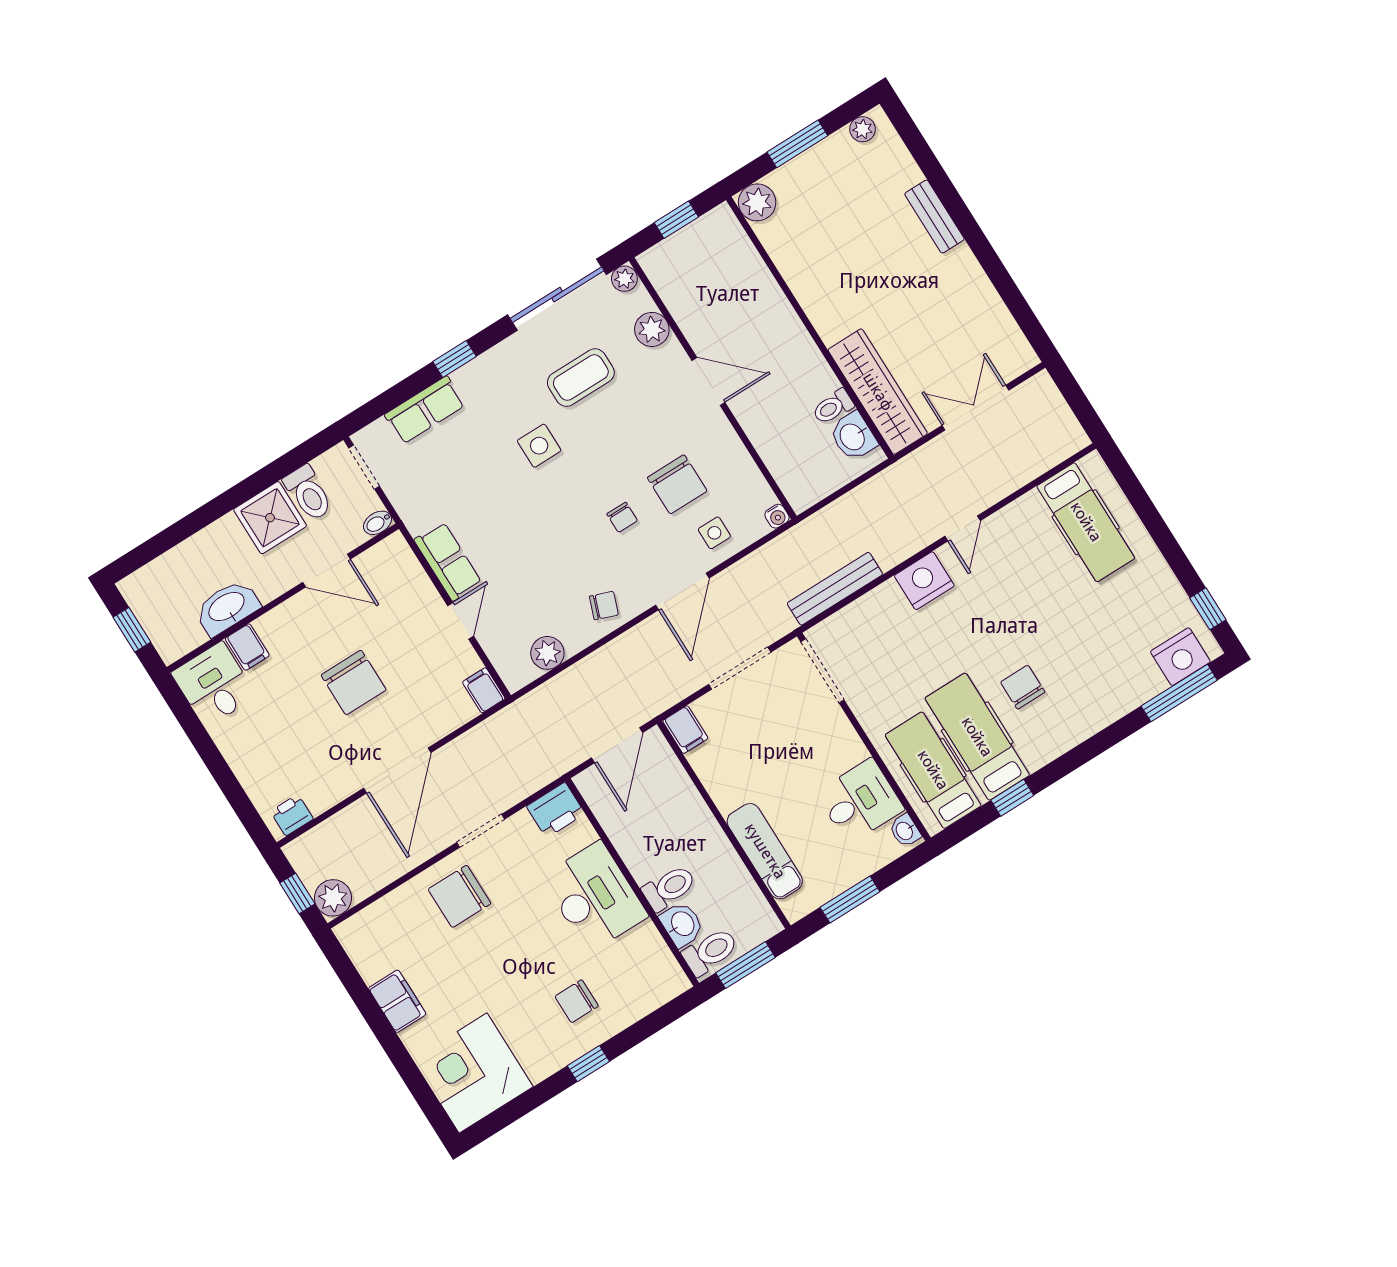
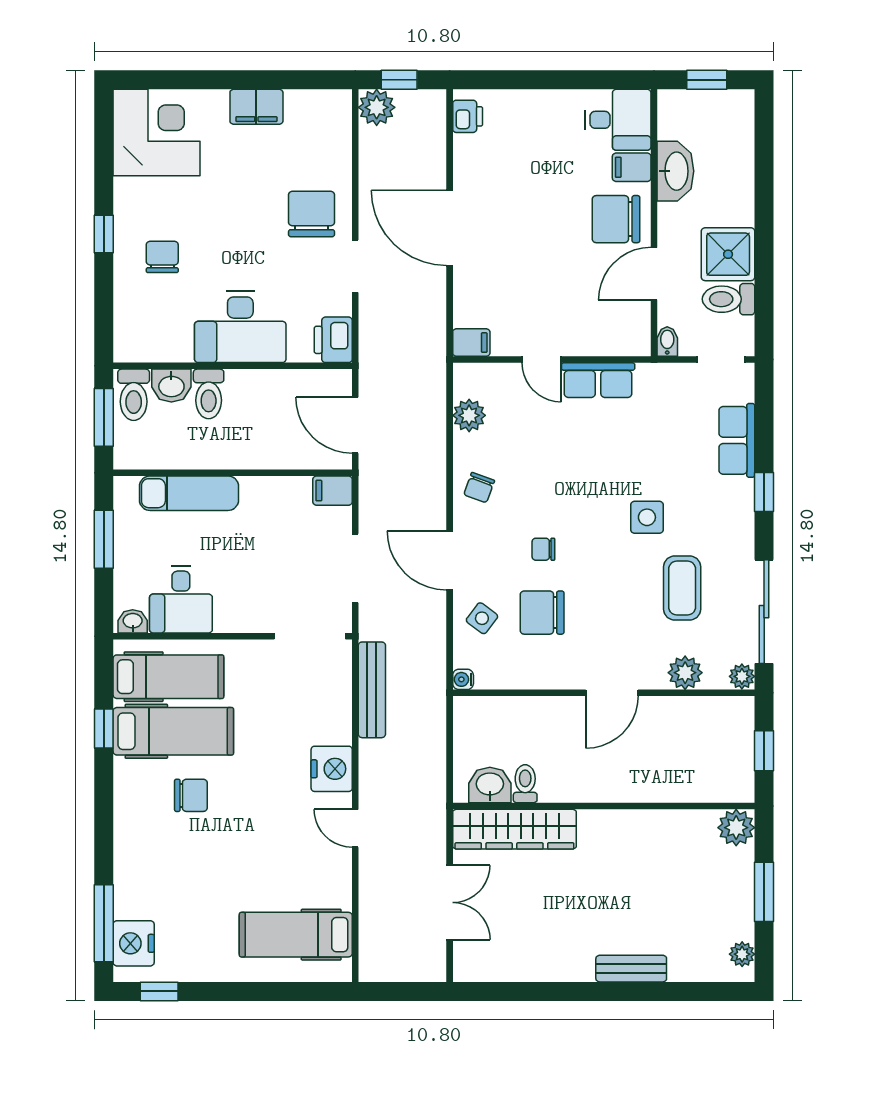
side table: (714, 533) -> (482, 618), turned 37
chair: (354, 683) -> (616, 219), moved

